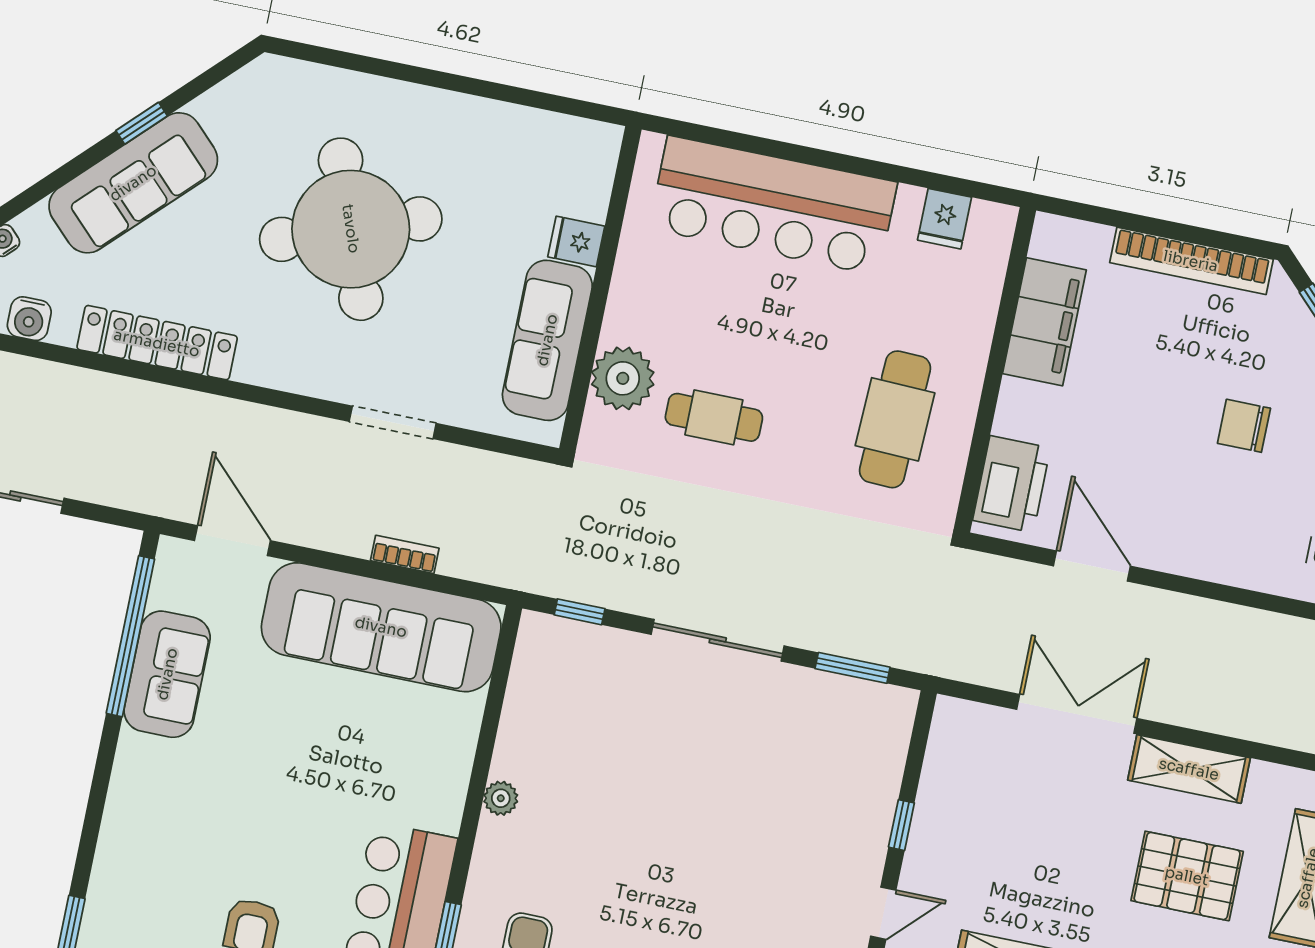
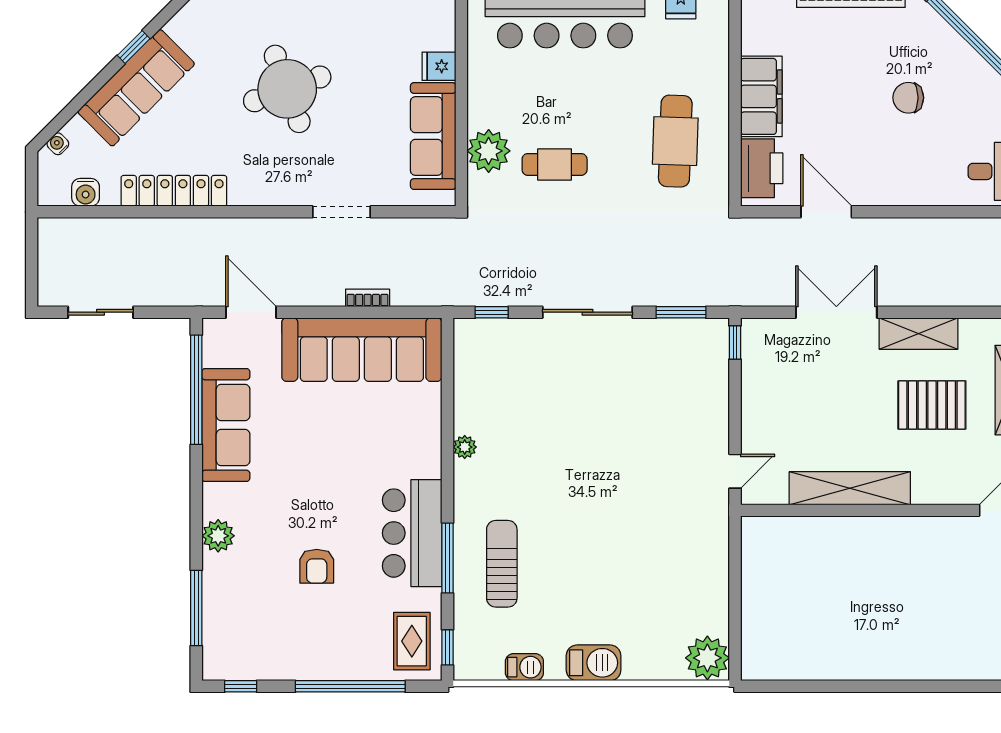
round table: (351, 229) -> (287, 89), width x0.73, depth x0.73
filing cabinet: (1044, 322) -> (761, 96), moved
sofa: (167, 674) -> (226, 425), width x1.36
window: (901, 825) -> (735, 342), moved
plant: (119, 853) -> (218, 536), added

